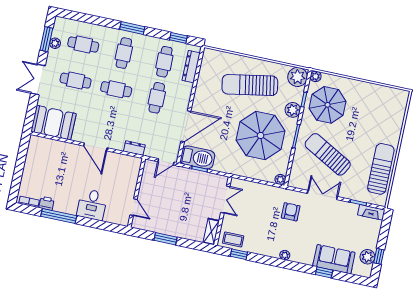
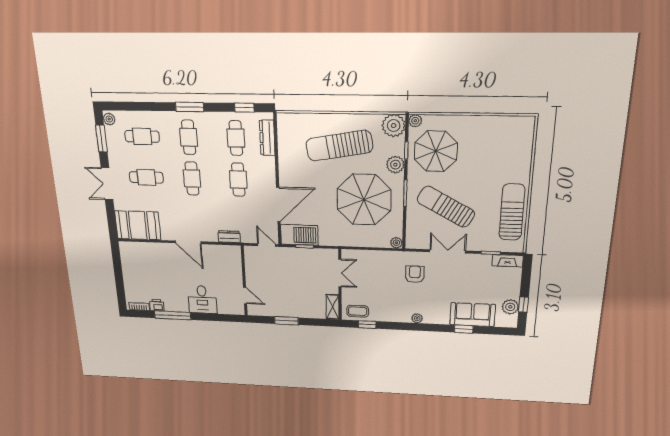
plant: (55, 43) -> (109, 119), moved
cafe table: (116, 89) -> (192, 178), turned 90
door: (166, 162) -> (267, 245), swing flipped

